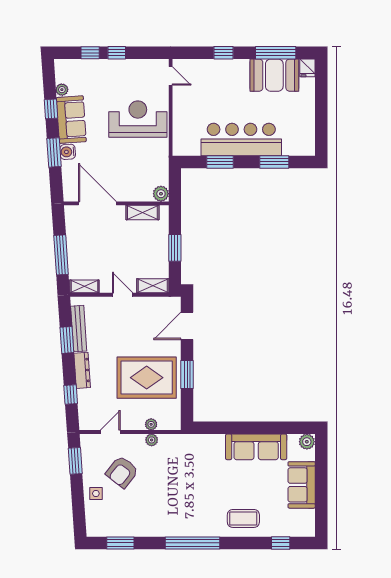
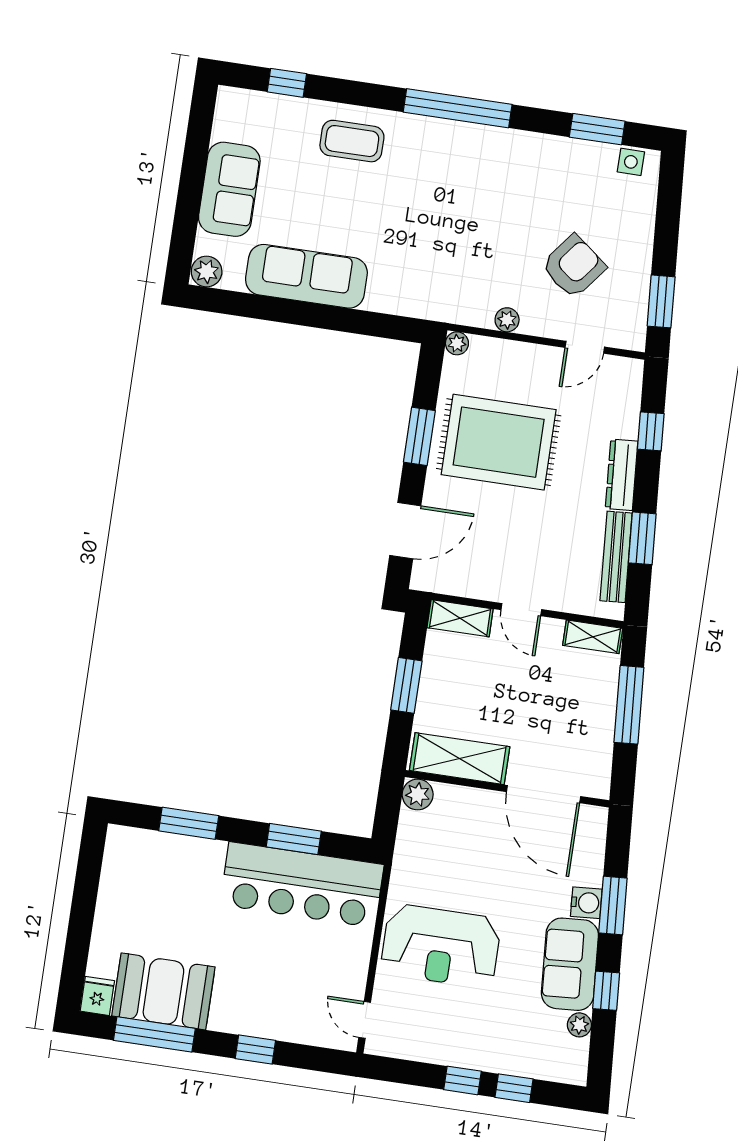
bar counter: (241, 139) -> (302, 885), moved
shelving: (142, 213) -> (460, 759), width x1.50, depth x1.33
plant: (151, 424) -> (457, 343), moved
side table: (96, 493) -> (631, 162), moved

